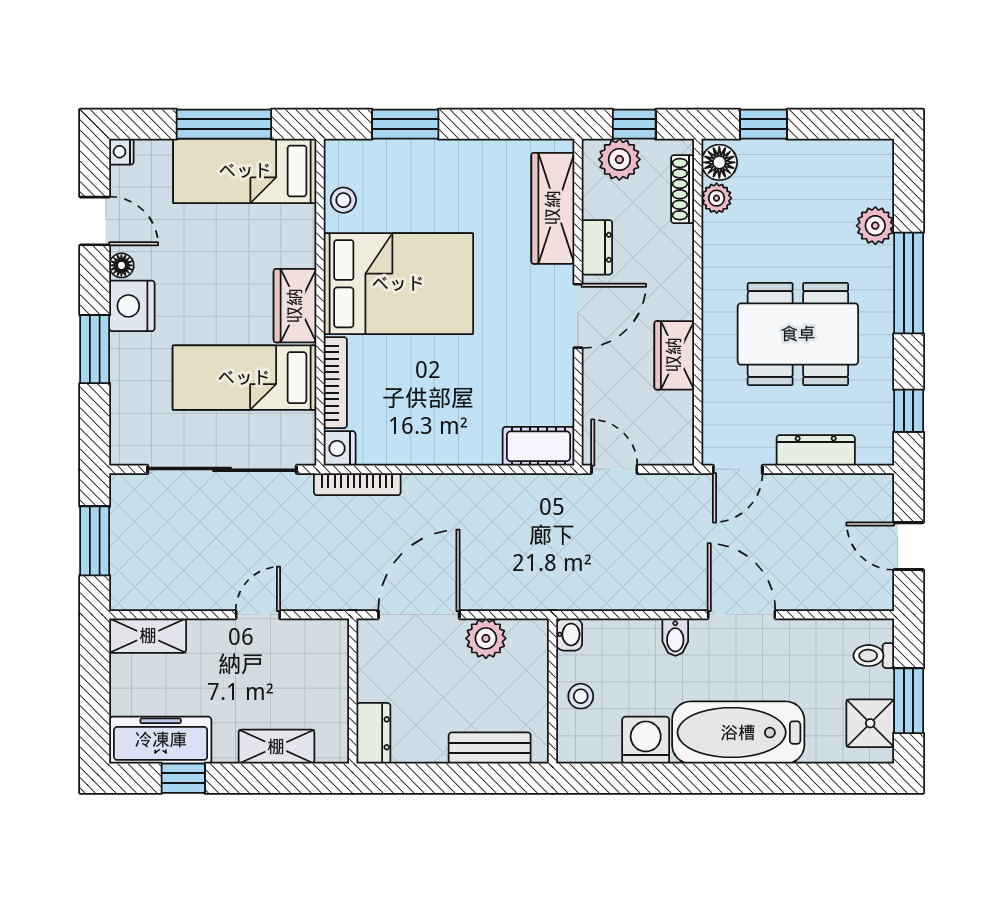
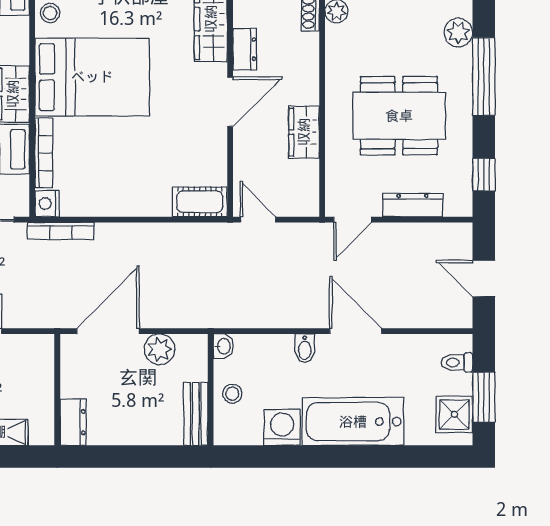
bench: (490, 748) -> (196, 414), moved, turned 90

